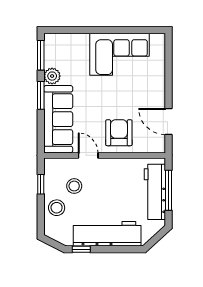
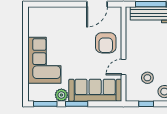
corner sofa: (120, 54) -> (44, 60), moved
armchair: (119, 133) -> (106, 43), turned -90

